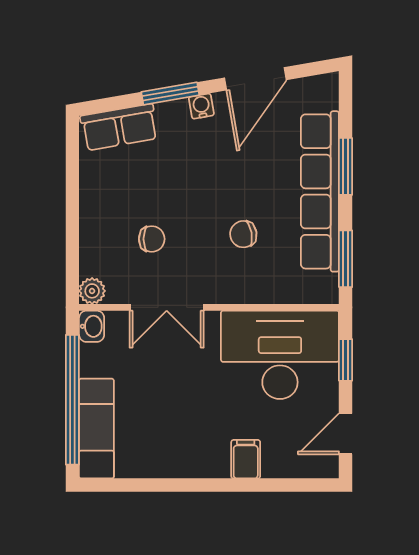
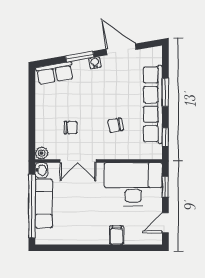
door: (255, 79) -> (121, 49), swing flipped
window: (346, 259) -> (165, 137), width x0.67
exam couch: (96, 429) -> (44, 204), moved

